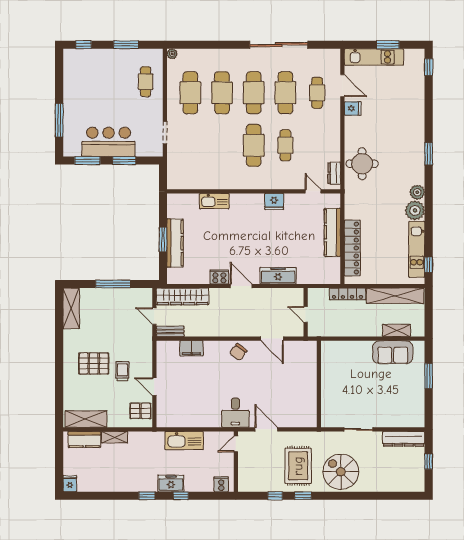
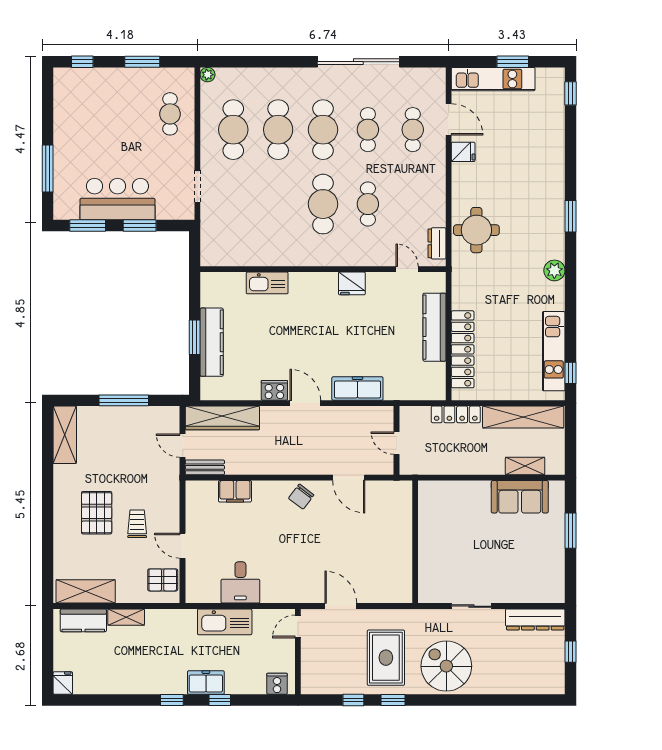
cafe table: (285, 93) -> (368, 130), width x0.73, depth x0.74
plant: (415, 210) -> (551, 296), removed
pallet: (94, 363) -> (97, 513), turned 90
desk: (235, 413) -> (240, 582), moved

